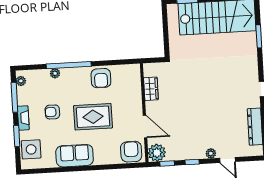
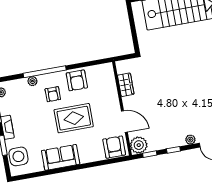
armchair: (52, 112) -> (53, 94), moved, turned -90

